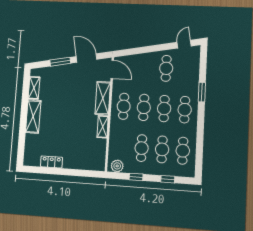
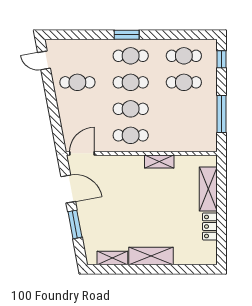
door: (87, 58) -> (68, 189), swing flipped
window: (202, 92) -> (127, 35), moved
shelving: (103, 98) -> (208, 189), moved, turned 90
cafe table: (142, 148) -> (184, 109), removed
plant: (117, 166) -> (209, 139), removed
window: (136, 177) -> (221, 114), width x2.17
window: (168, 179) -> (221, 59), moved

